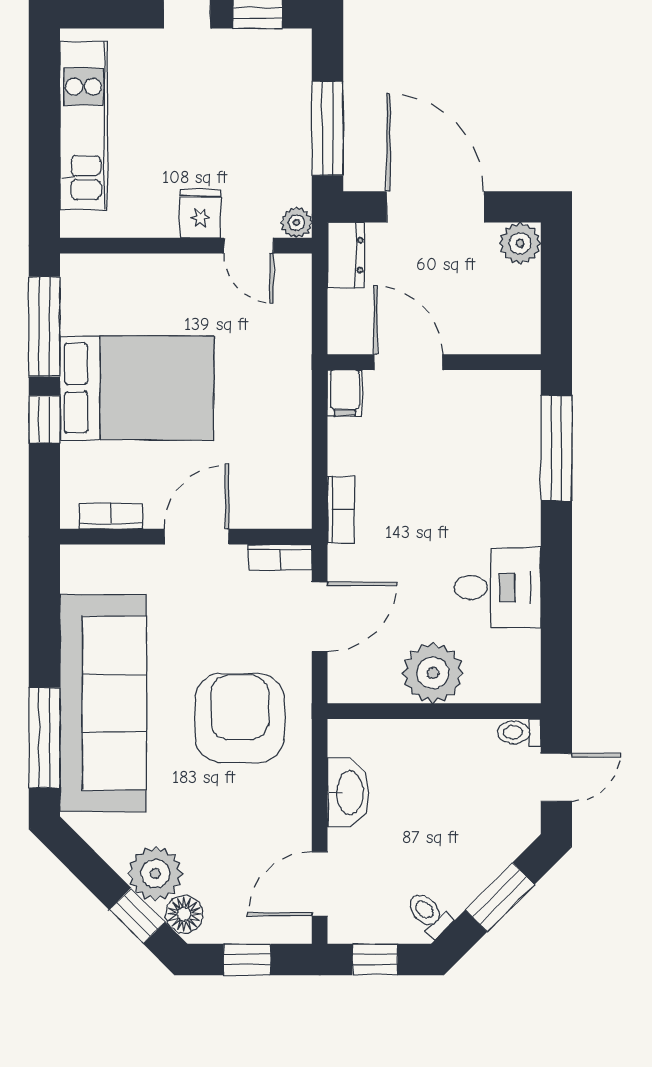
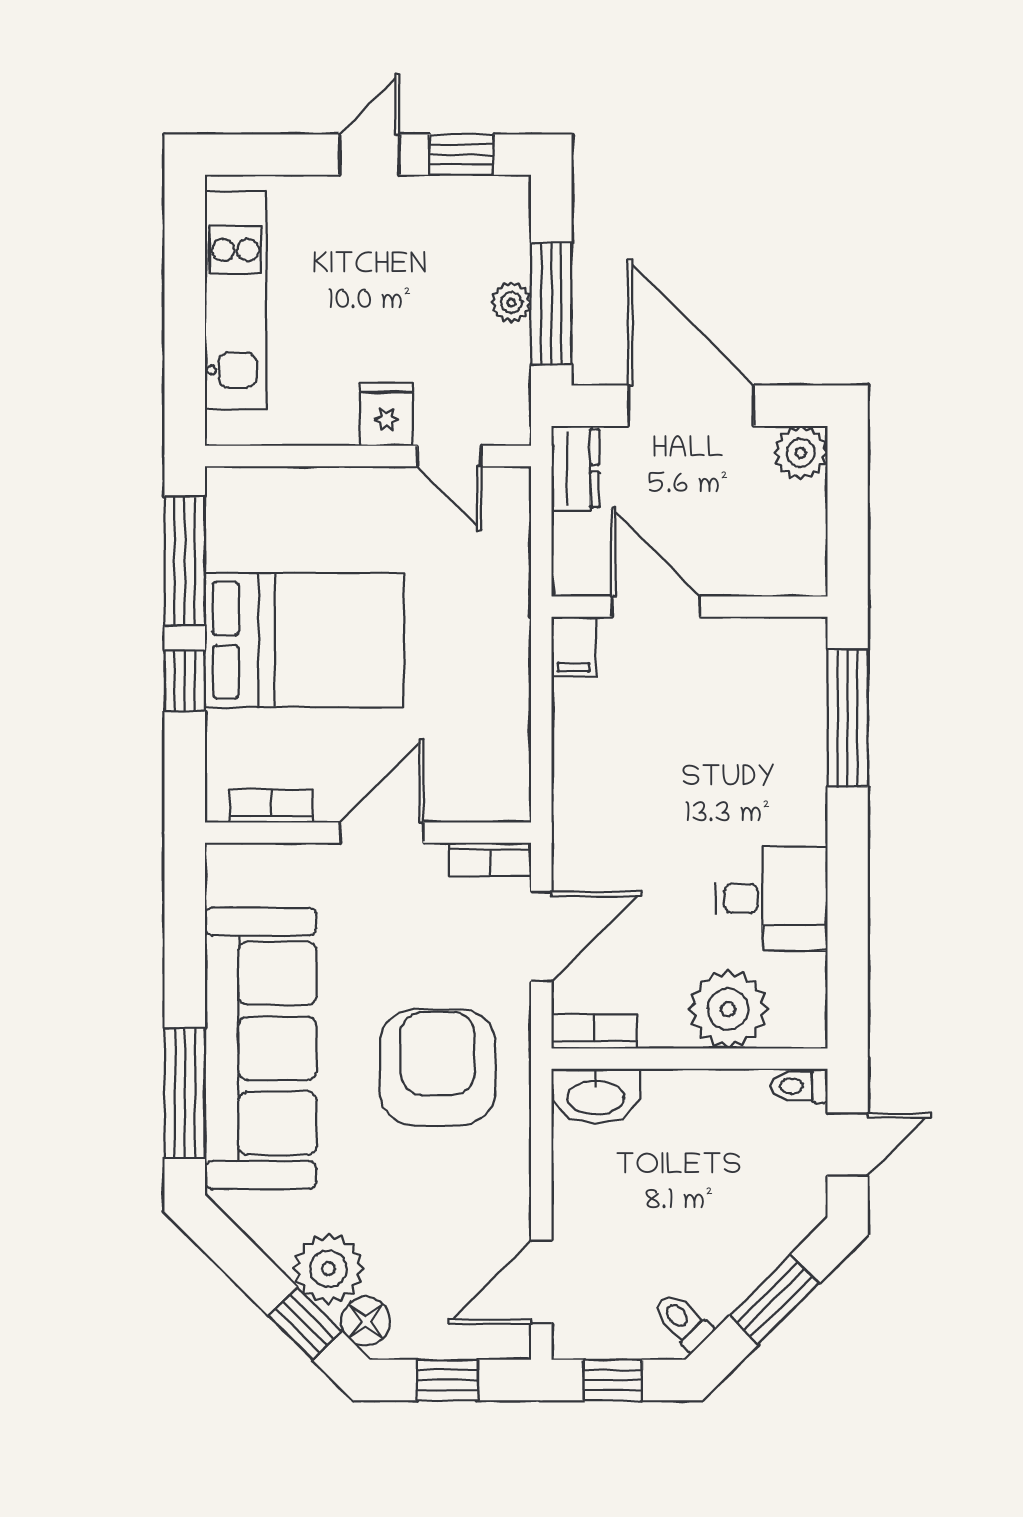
plant: (297, 223) -> (511, 302), moved
bookcase: (341, 510) -> (594, 1031), moved, turned -90
plant: (433, 673) -> (728, 1009), moved
washbasin: (349, 793) -> (596, 1096), moved, turned 90

